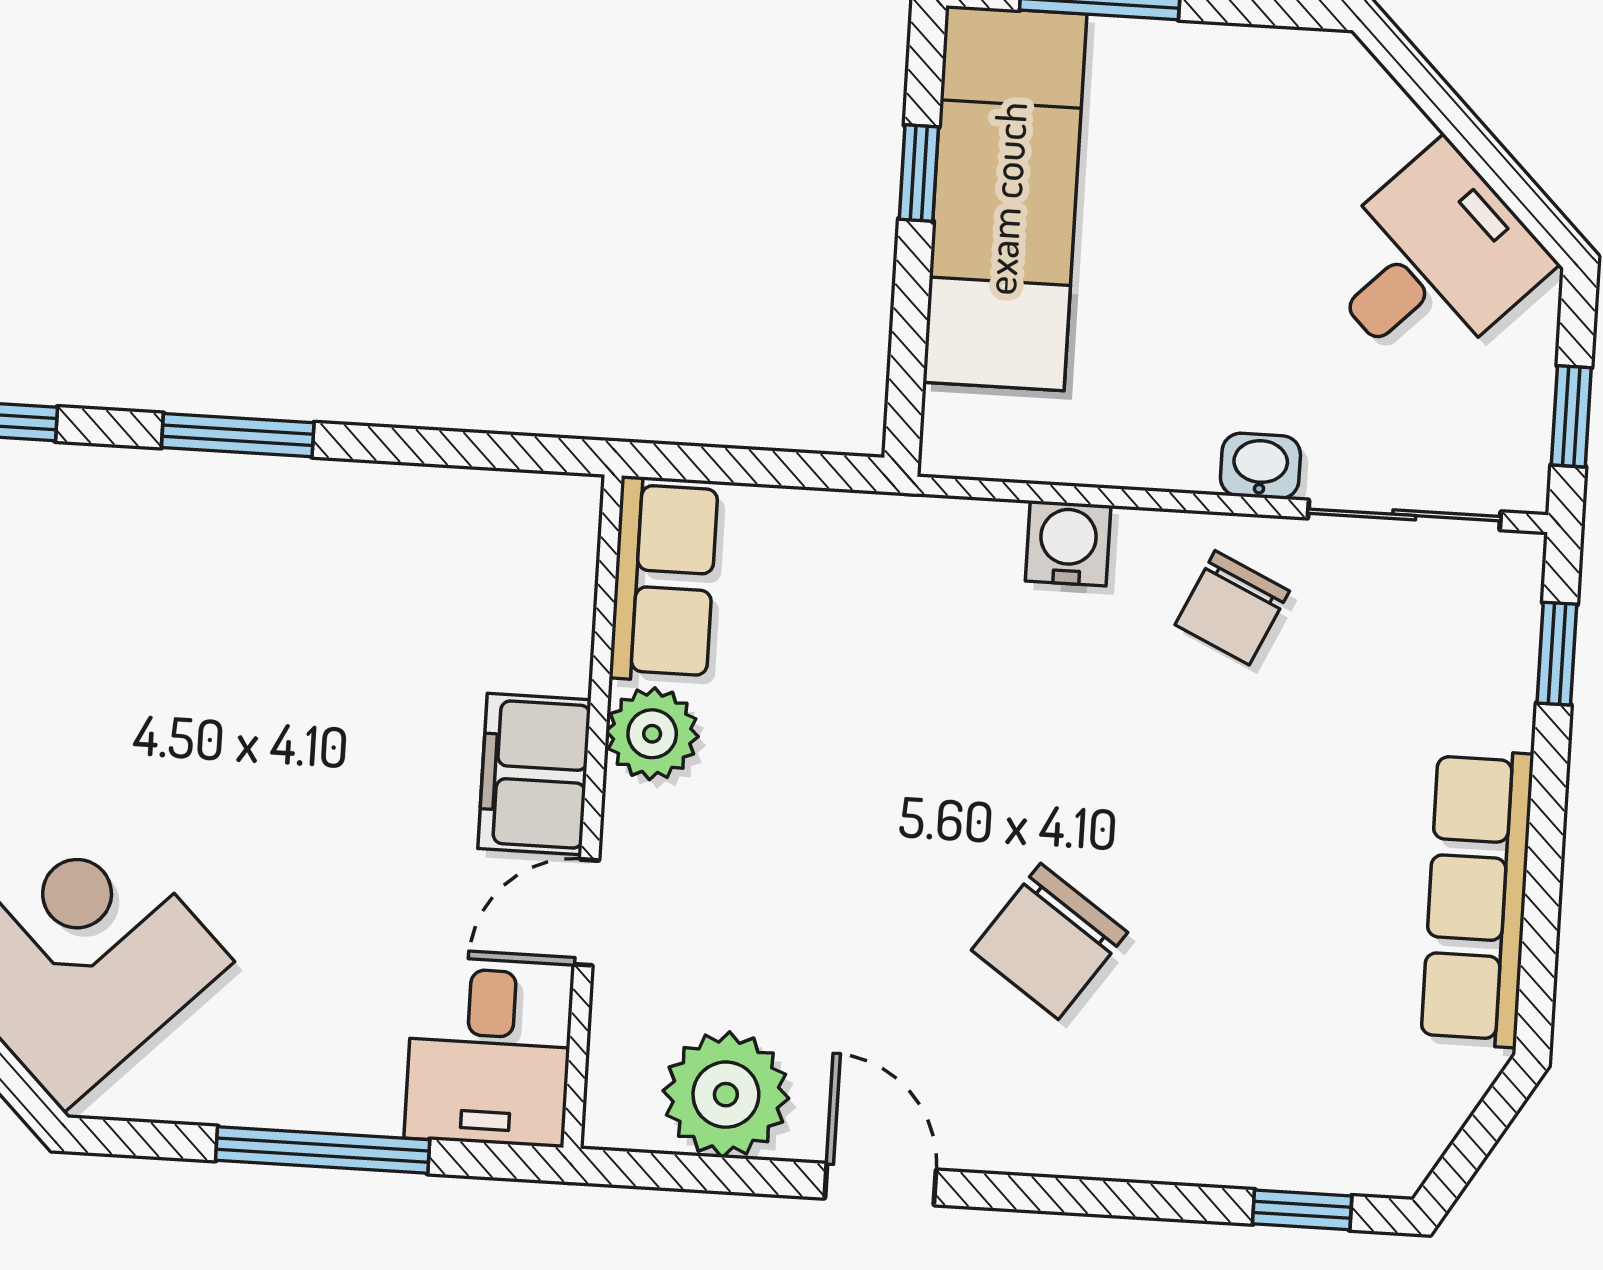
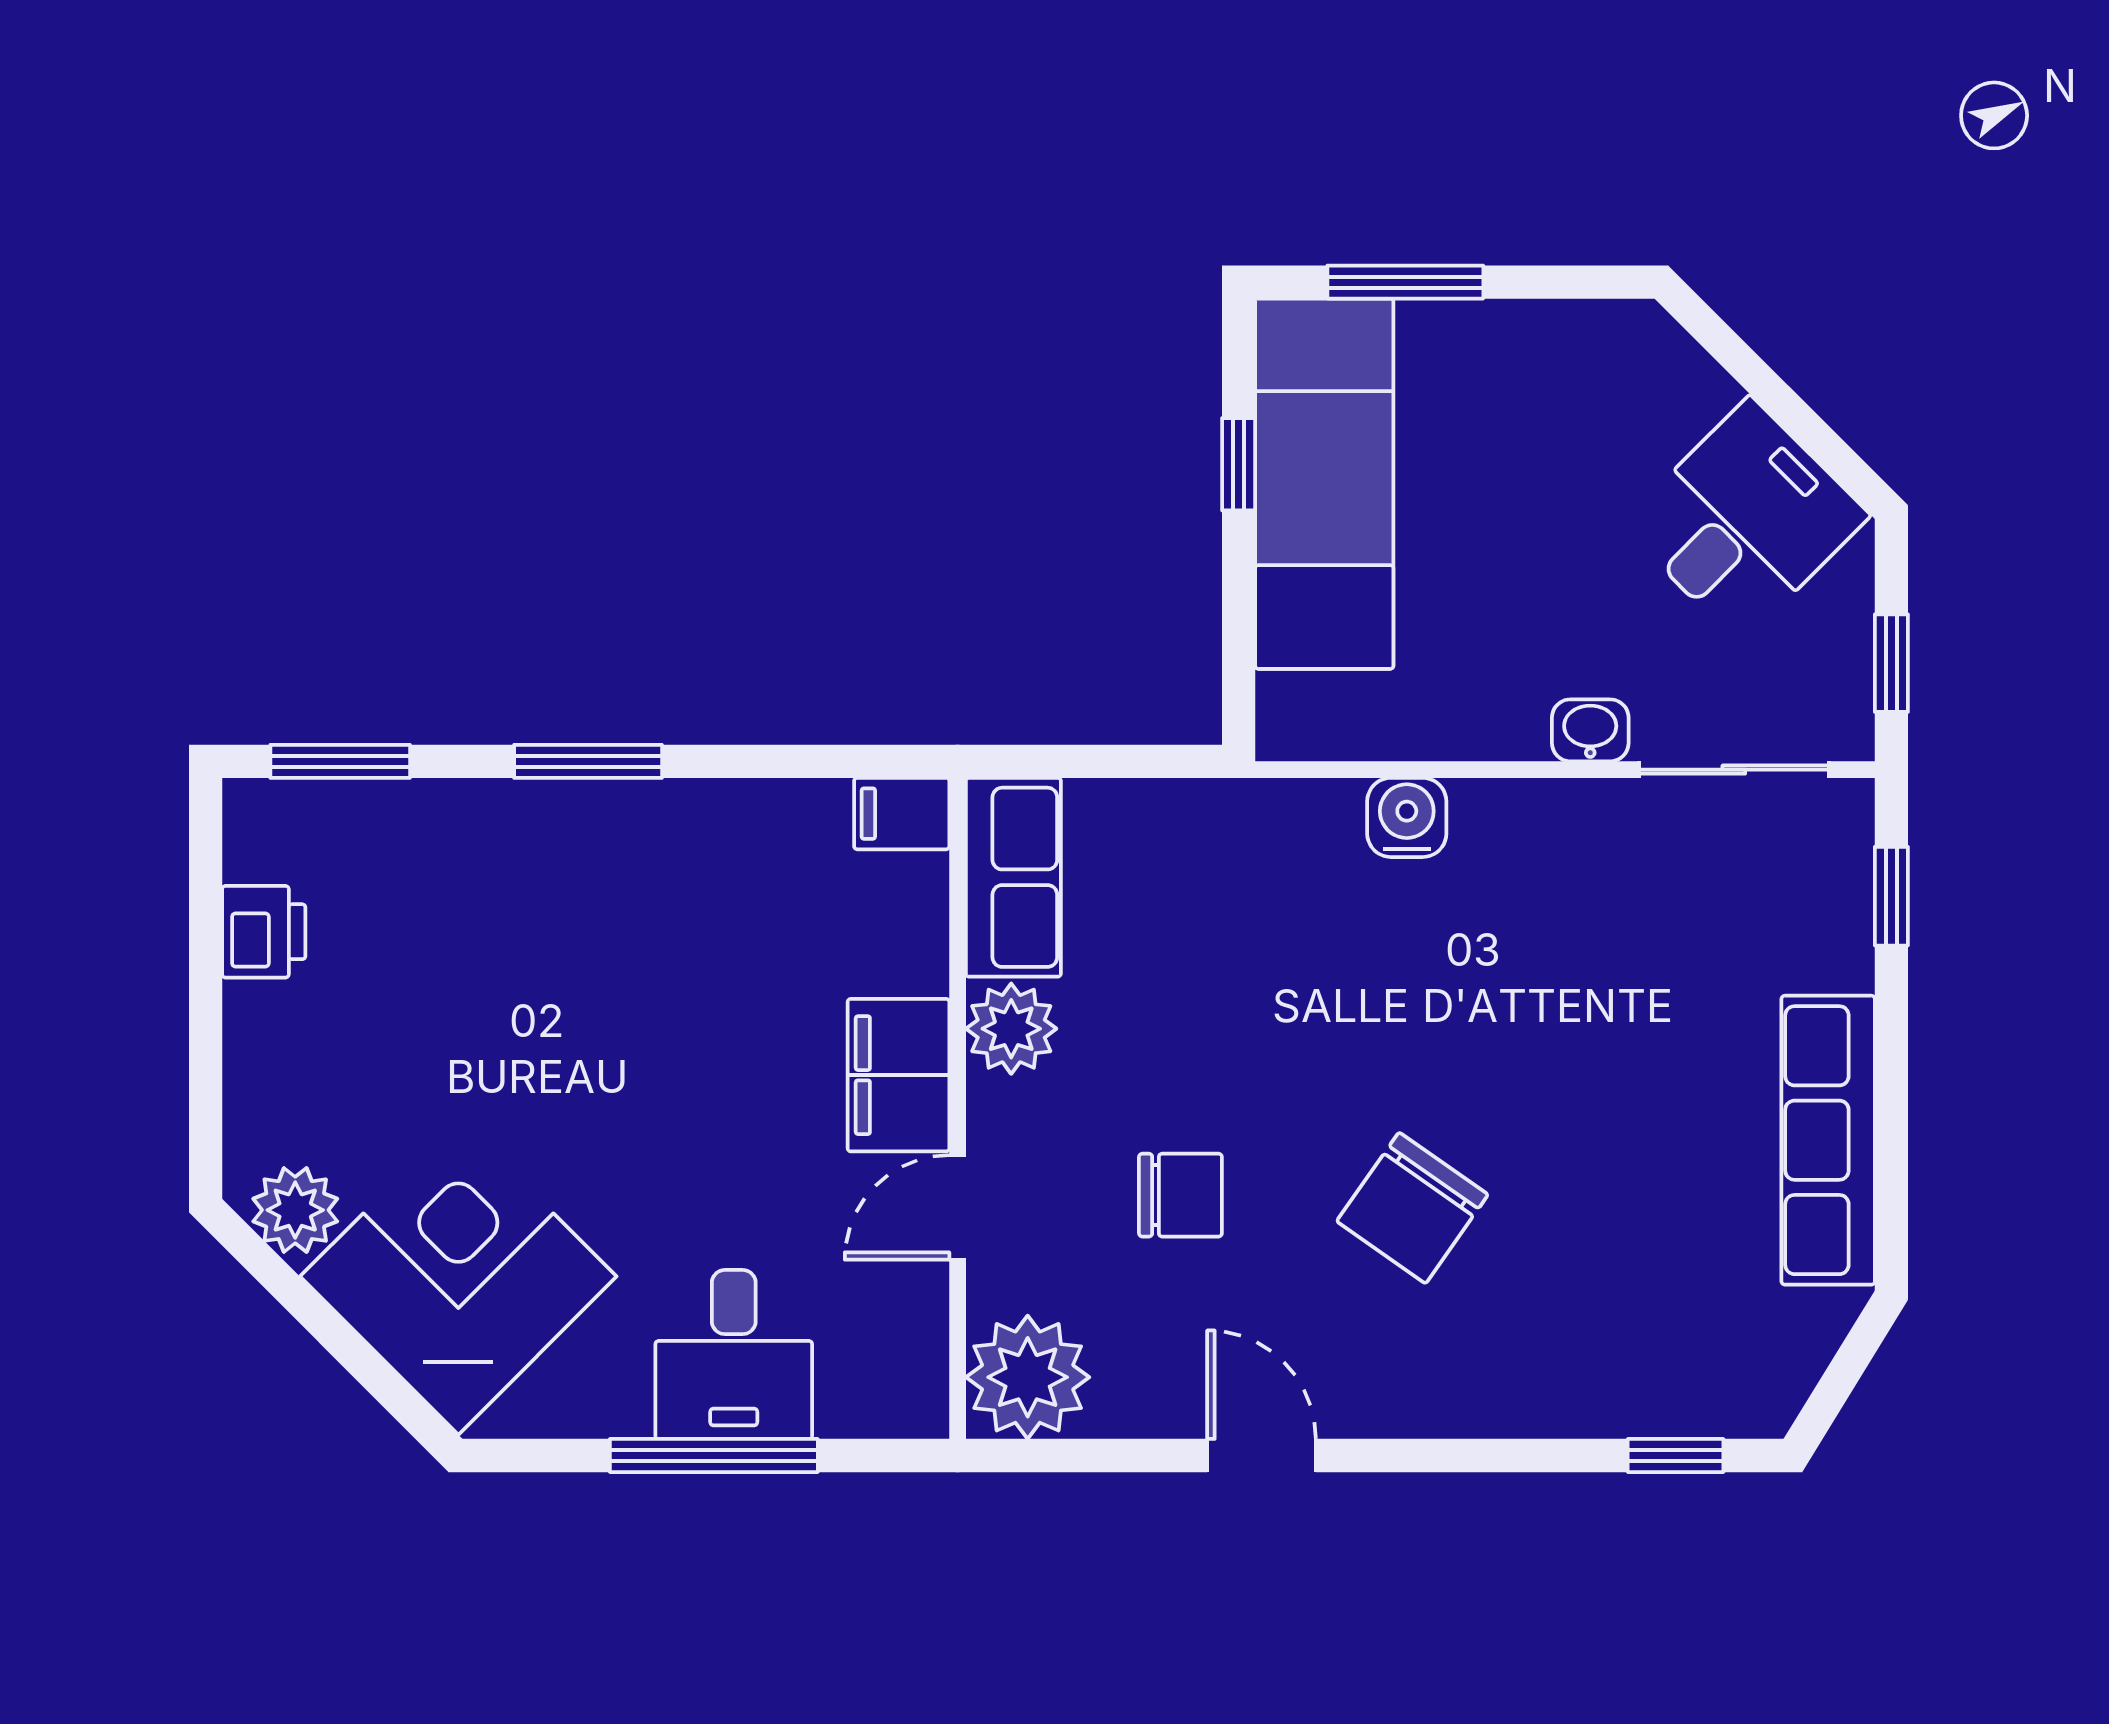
filing cabinet: (554, 508) -> (902, 814), added
chair: (1232, 608) -> (1180, 1195), moved, turned -115
desk: (489, 1057) -> (734, 1354), moved
plant: (726, 1095) -> (1028, 1377), moved

